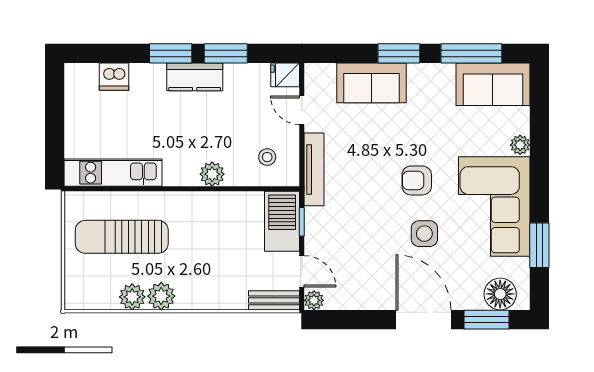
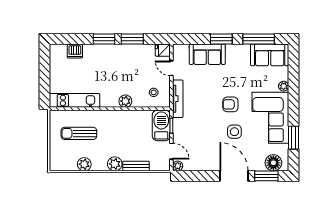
kitchen counter: (195, 77) -> (116, 51), removed
sun lounger: (122, 237) -> (79, 133), width x0.73, depth x0.75
plant: (161, 296) -> (115, 164), moved
bench: (274, 300) -> (136, 166), moved

